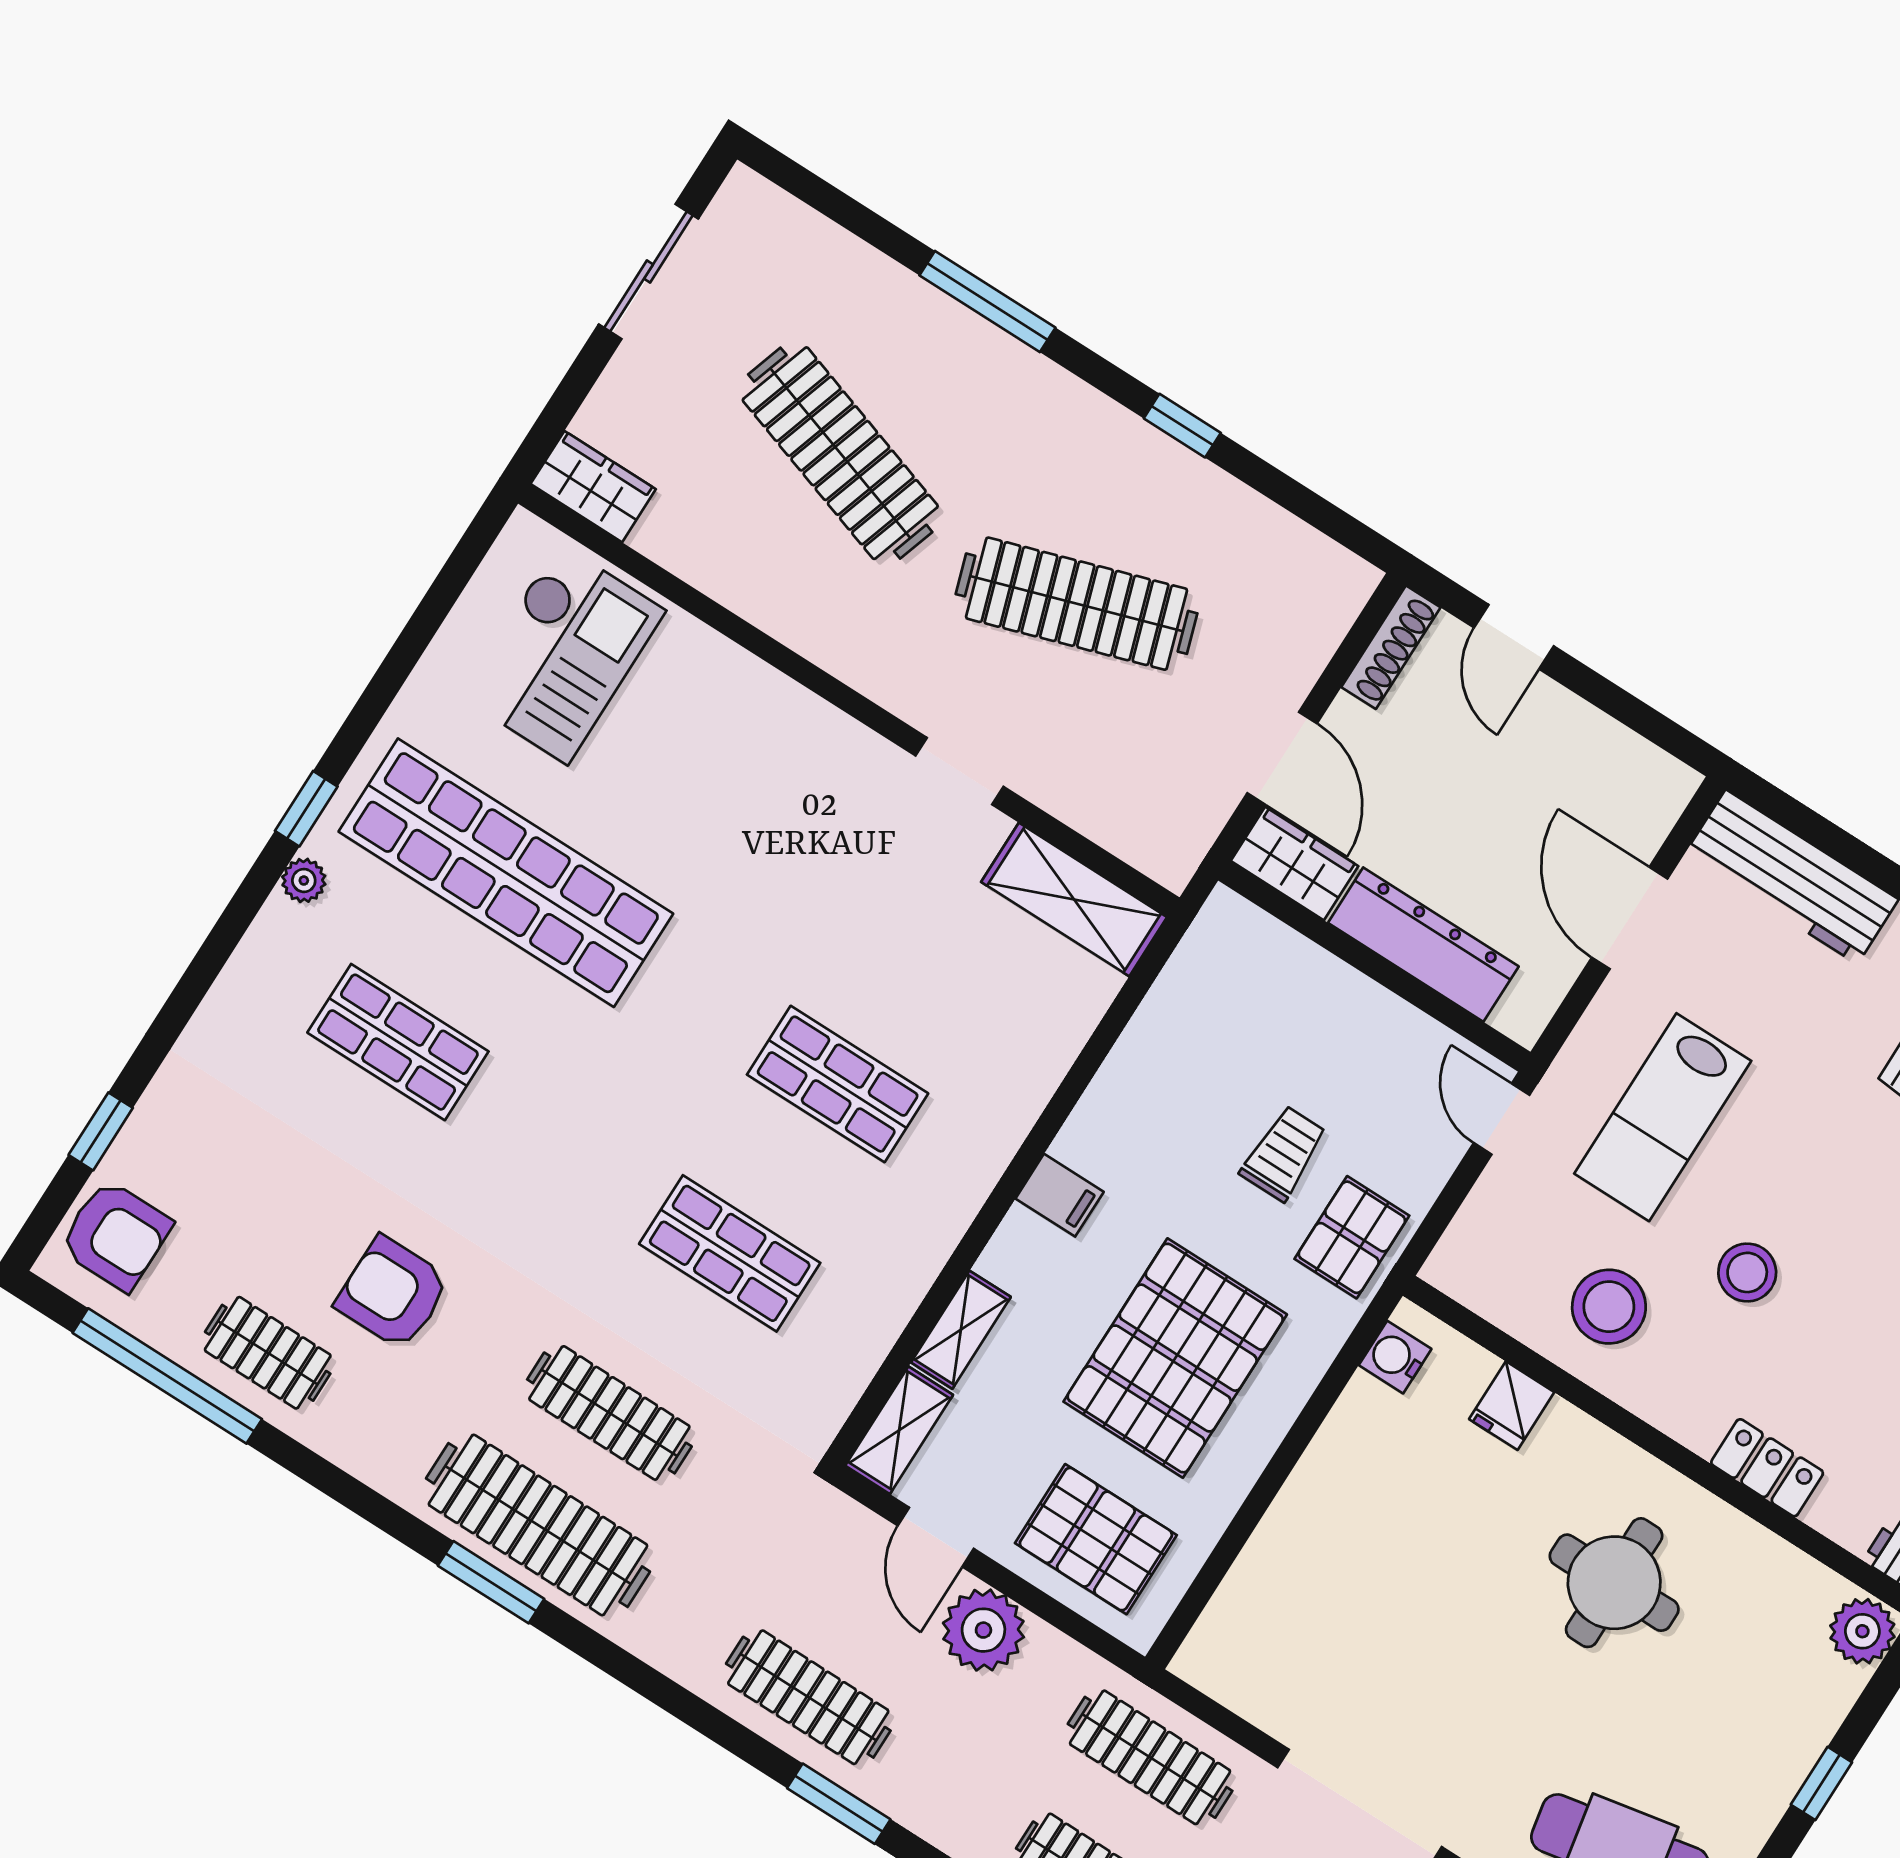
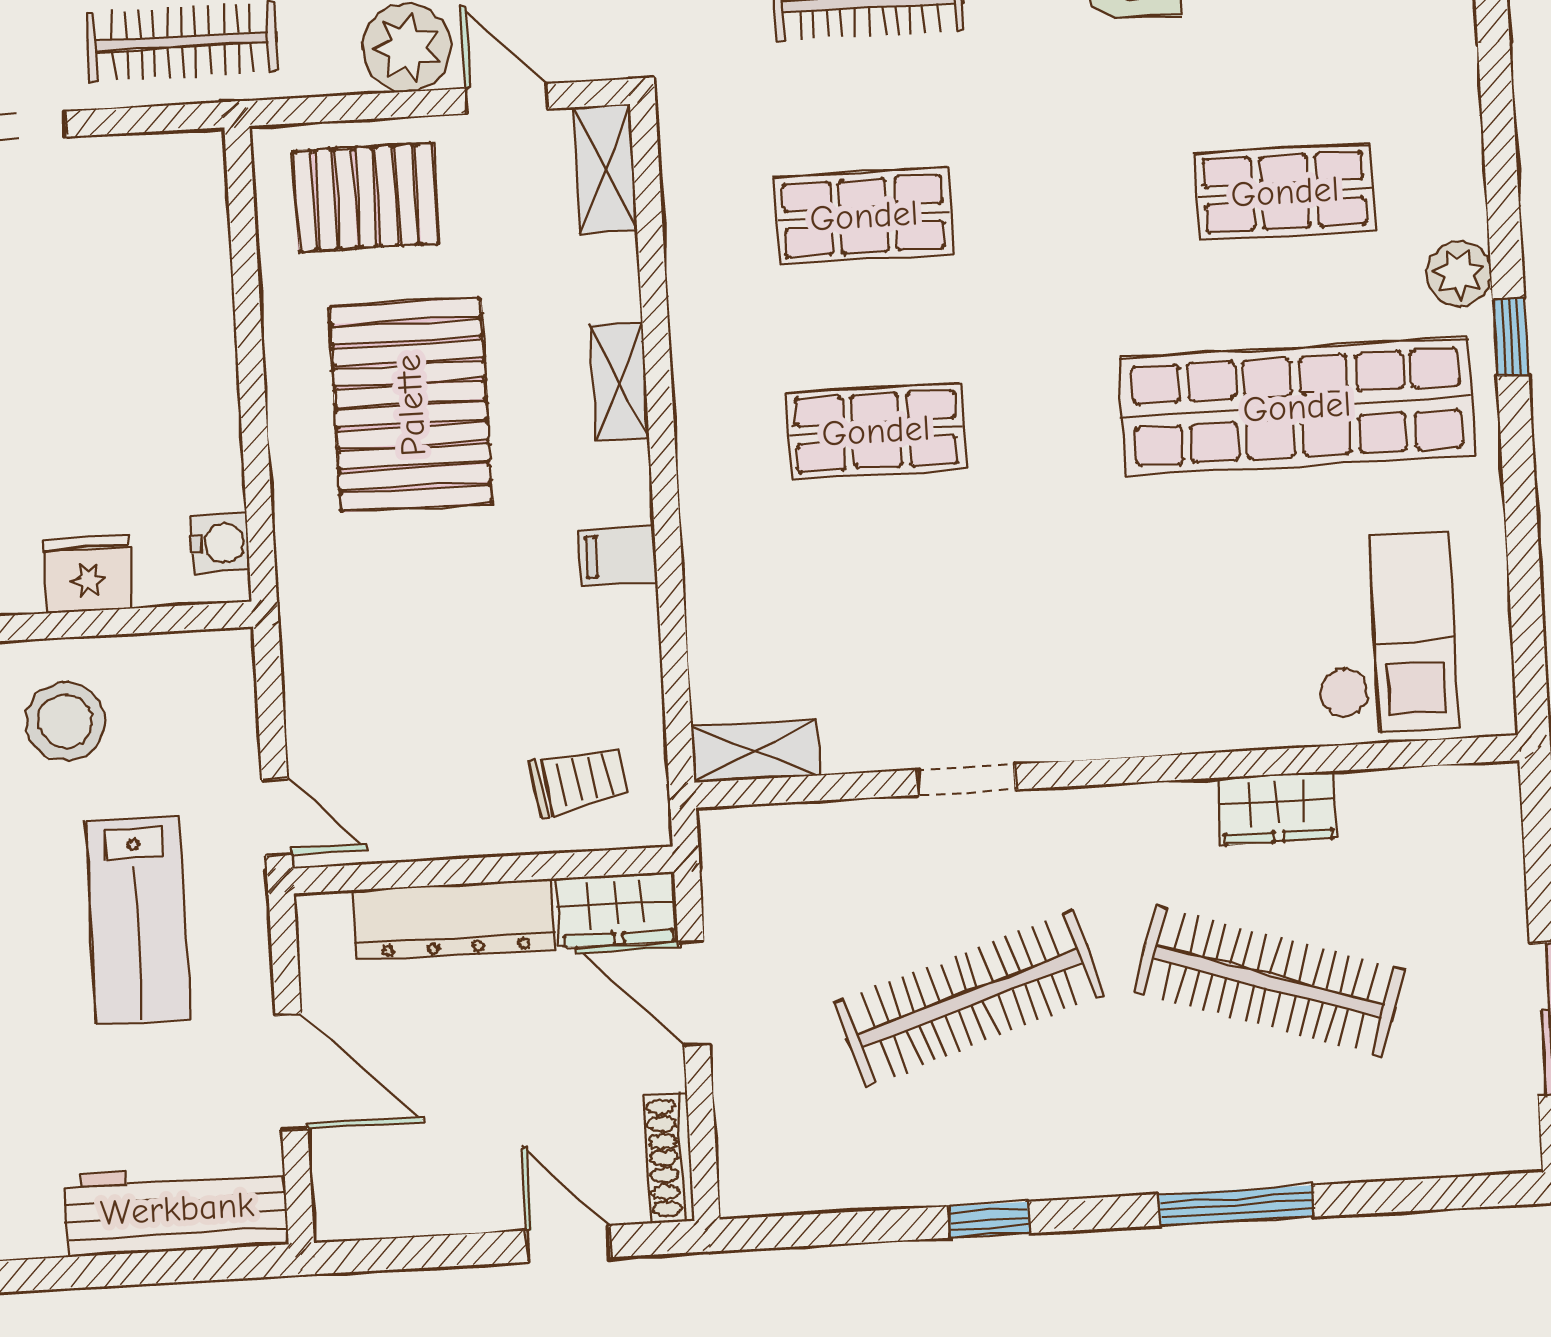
wardrobe: (593, 487) -> (1277, 808), moved
checkout: (563, 653) -> (1385, 633), turned 180
plant: (304, 880) -> (1459, 274), width x1.38, depth x1.38
shelving: (1074, 900) -> (755, 751), width x0.67, depth x0.75
lab bench: (1663, 1117) -> (138, 920), turned 180
trolley: (1284, 1153) -> (578, 780), moved, turned -99
filing cabinet: (1060, 1195) -> (618, 556), moved
pallet: (1352, 1237) -> (333, 620), removed
shelving: (961, 1330) -> (620, 381), moved
fridge: (1512, 1406) -> (88, 574), width x1.38

